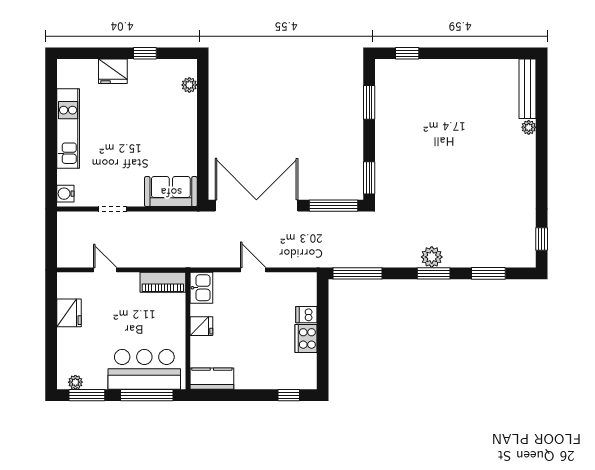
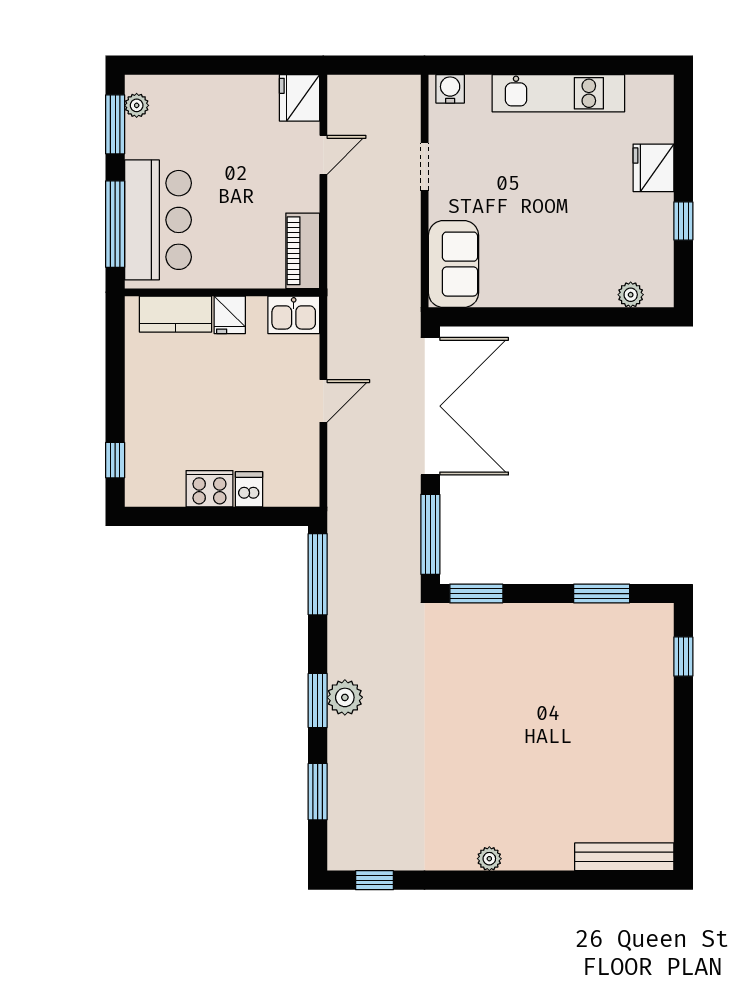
plant: (529, 127) -> (489, 859), moved
fridge: (69, 313) -> (299, 98), moved, turned 90
kitchen counter: (212, 379) -> (176, 314), moved, turned 90

